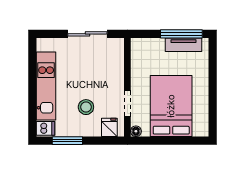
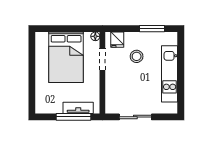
window: (181, 34) -> (73, 117), moved
tv unit: (183, 45) -> (78, 108), moved
dishwasher: (46, 128) -> (170, 39), removed

